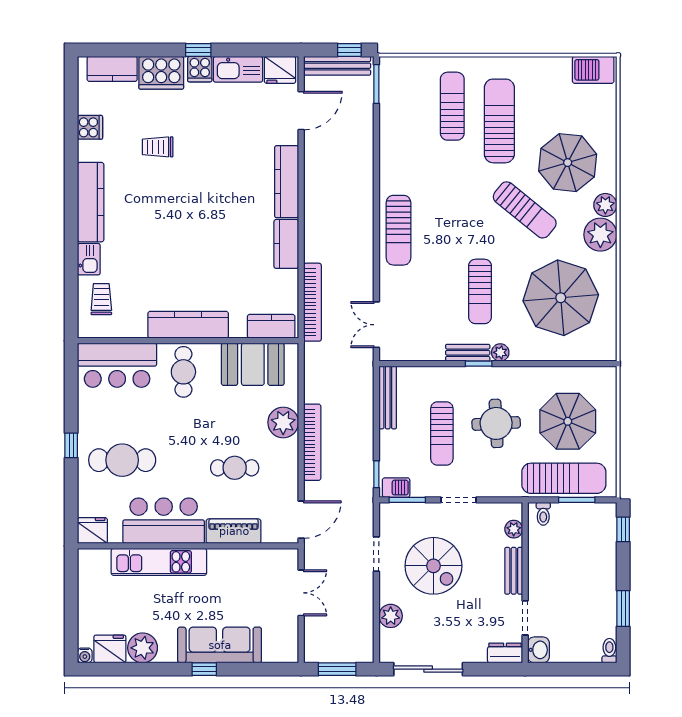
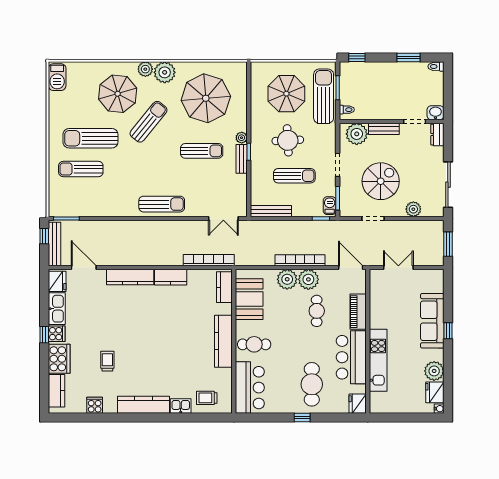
trolley: (158, 147) -> (107, 361), turned 180
plant: (283, 455) -> (308, 279), added
plant: (514, 529) -> (357, 134), width x1.88, depth x1.88

